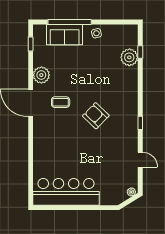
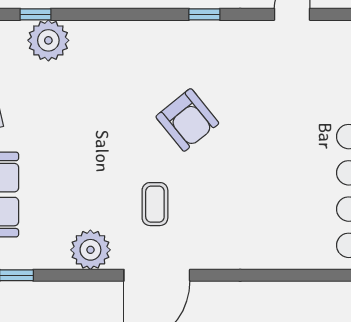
armchair: (96, 116) -> (187, 120), turned -83

